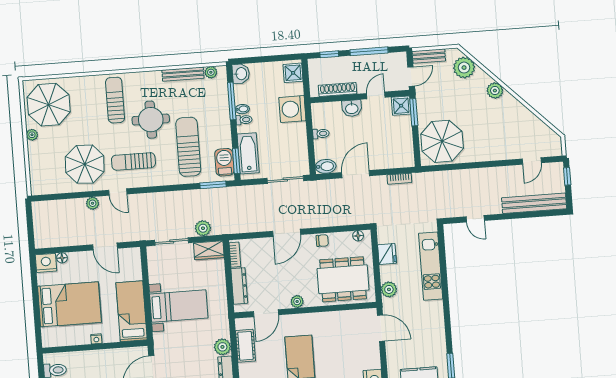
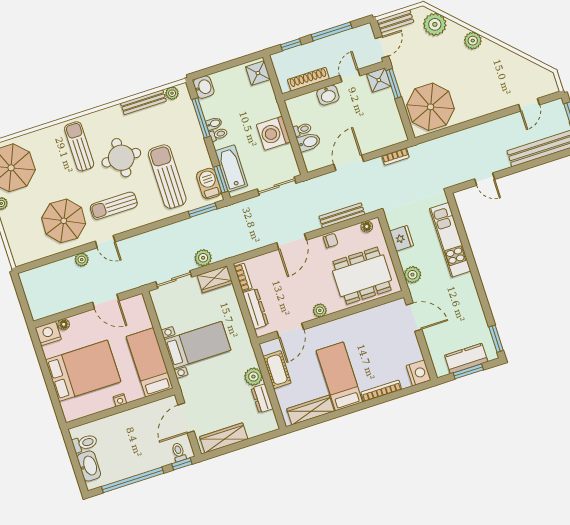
washing machine: (292, 109) -> (274, 133), moved
bidet: (326, 166) -> (309, 142), moved
bench: (338, 220) -> (342, 215), added

